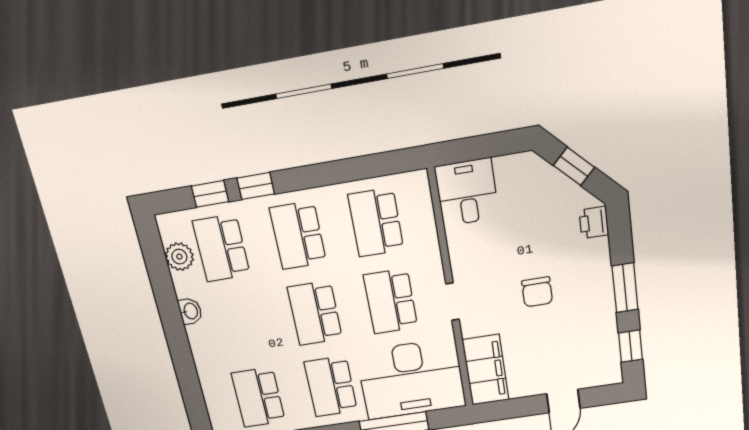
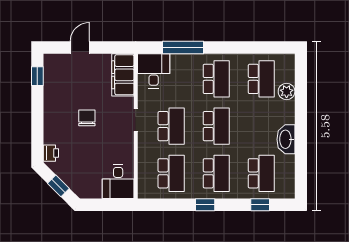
window: (256, 186) -> (205, 205), moved
plant: (179, 257) -> (287, 91), moved
window: (625, 288) -> (37, 112), removed
washbasin: (190, 311) -> (286, 139), width x1.91, depth x1.45
desk: (411, 379) -> (154, 71), width x0.53, depth x0.77

